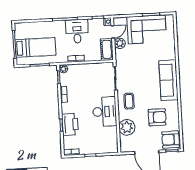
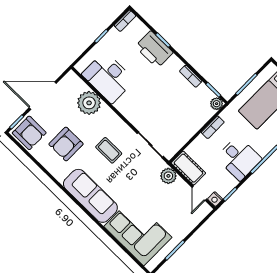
corner sofa: (147, 29) -> (138, 232), moved, turned 90
plant: (120, 43) -> (168, 176), moved
coffee table: (129, 101) -> (109, 150), moved
desk: (105, 112) -> (108, 77), moved
armchair: (171, 140) -> (29, 133), turned 90

